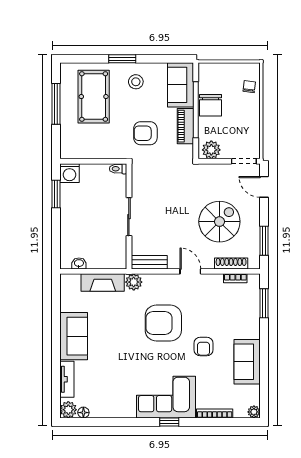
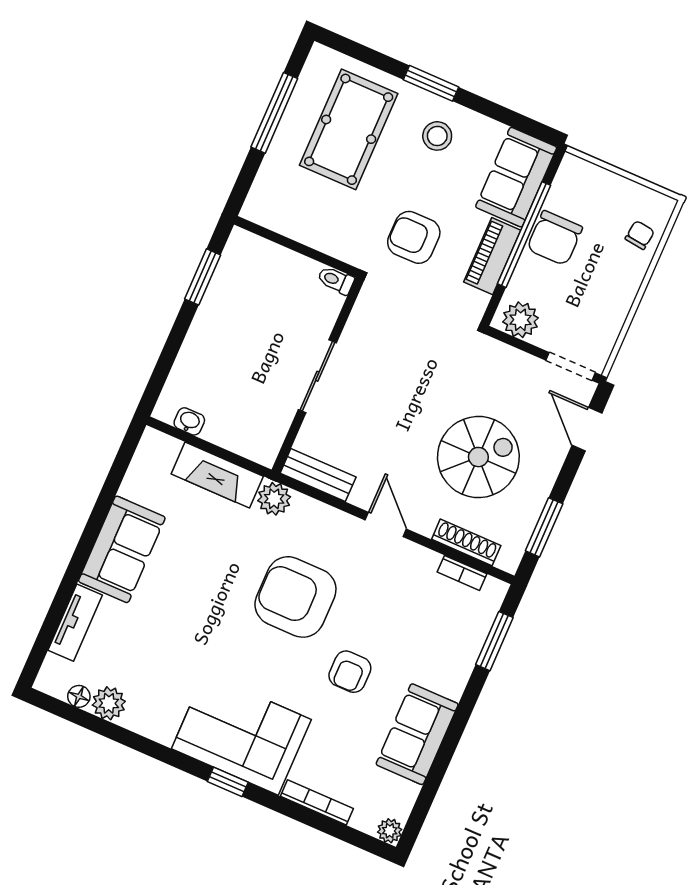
washing machine: (69, 173) -> (244, 250), removed
plant: (68, 410) -> (109, 703), moved

